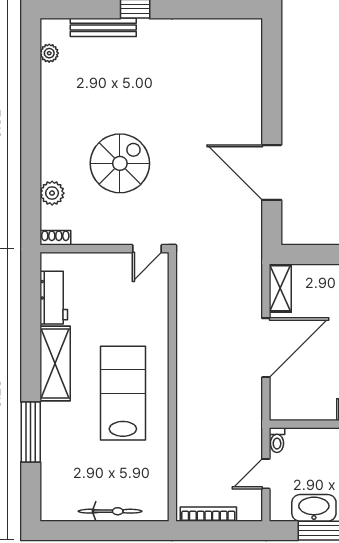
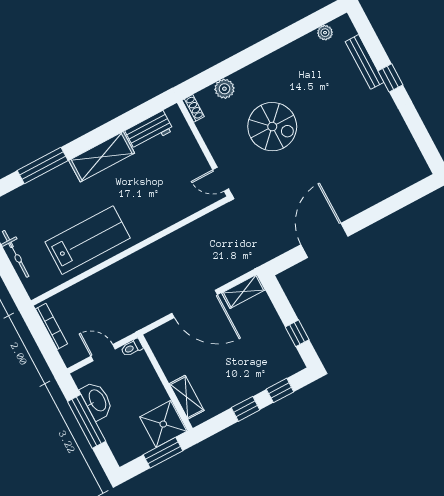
lab bench: (123, 393) -> (88, 240), moved

